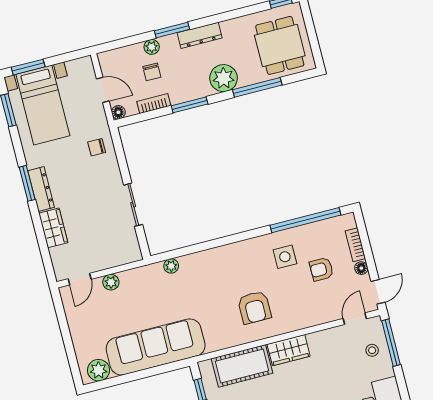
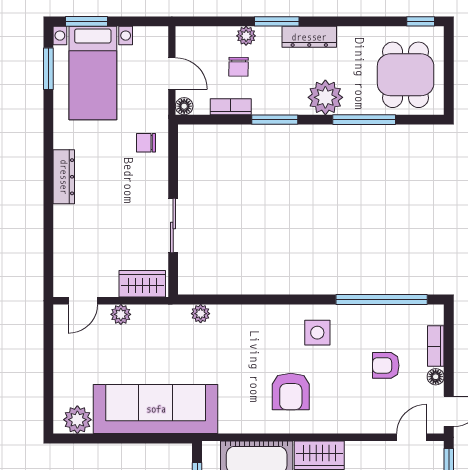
window: (27, 183) -> (48, 165), removed
wardrobe: (53, 228) -> (142, 284), moved, turned -90
side table: (285, 257) -> (317, 333), moved

